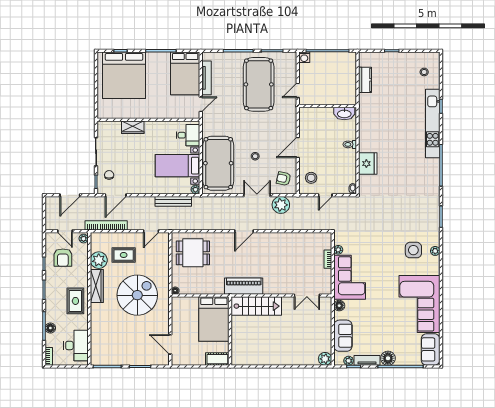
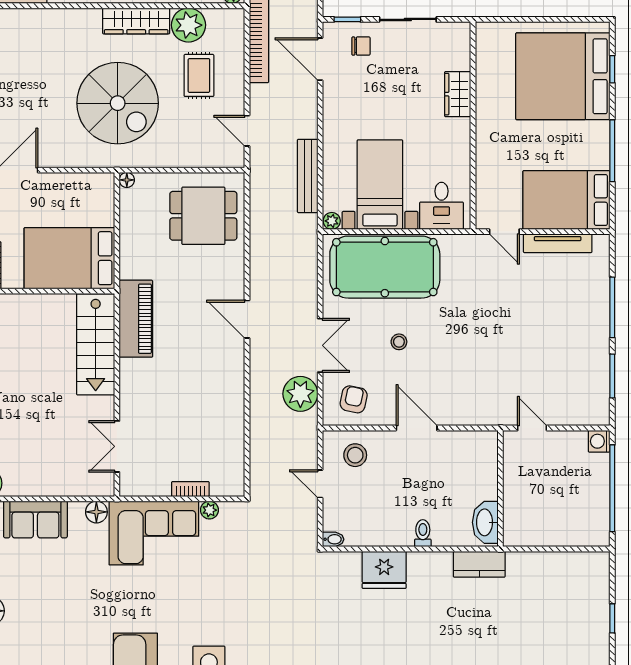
kitchen counter: (365, 80) -> (479, 564), moved
pool table: (259, 84) -> (544, 349), removed
dining table: (193, 253) -> (203, 216), turned 90

